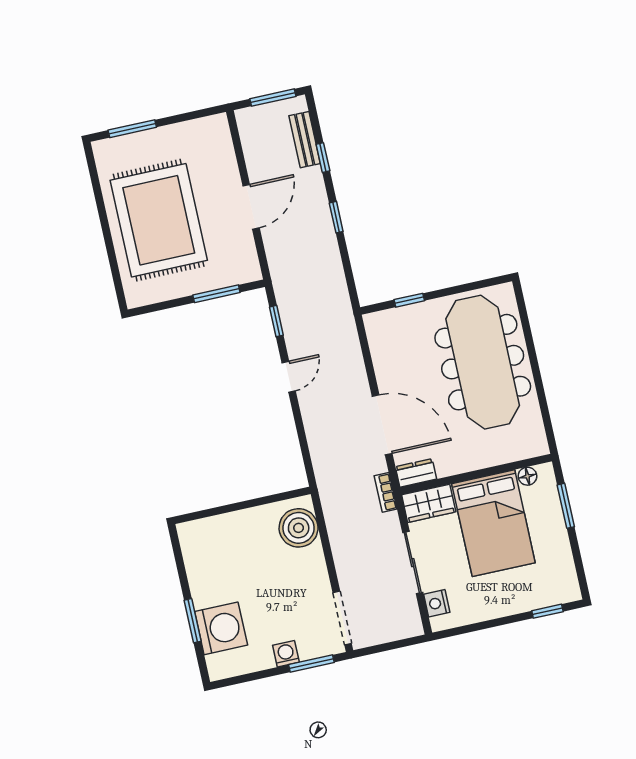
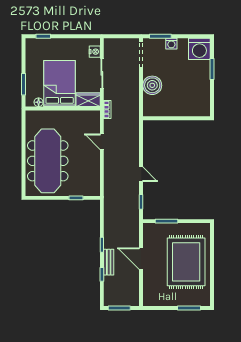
bench: (305, 140) -> (109, 262), moved
door: (251, 207) -> (141, 259), hinge flipped
door: (289, 377) -> (141, 174), swing flipped
door: (382, 425) -> (102, 142), width x0.53
dresser: (416, 473) -> (91, 115), removed
boiler: (299, 528) -> (152, 85), moved
washing machine: (221, 628) -> (199, 49), moved, turned -90

